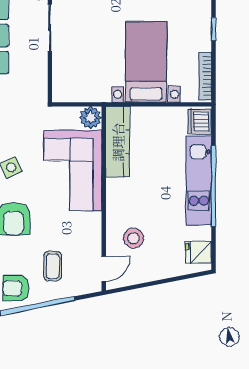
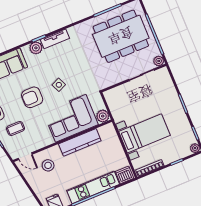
kitchen counter: (118, 142) -> (80, 142), moved

